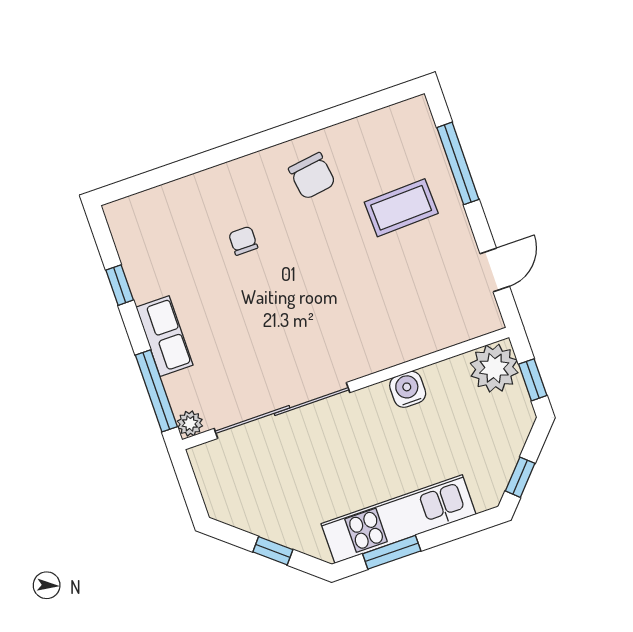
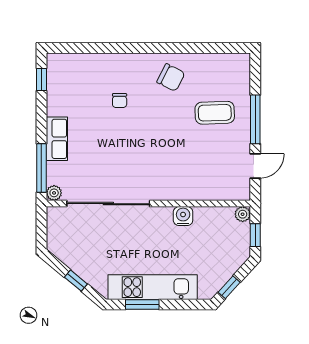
window: (458, 163) -> (255, 119), moved
chair: (312, 176) -> (171, 78), turned -55
chair: (243, 241) -> (120, 101), turned 180
window: (120, 285) -> (41, 79), moved
plant: (494, 368) -> (243, 214), width x0.53, depth x0.53

